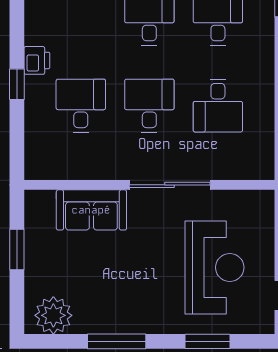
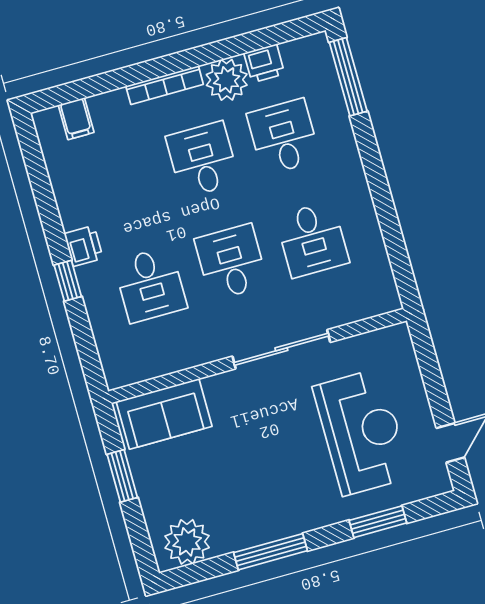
desk: (81, 106) -> (150, 285), turned 180
sofa: (91, 210) -> (164, 414), moved

